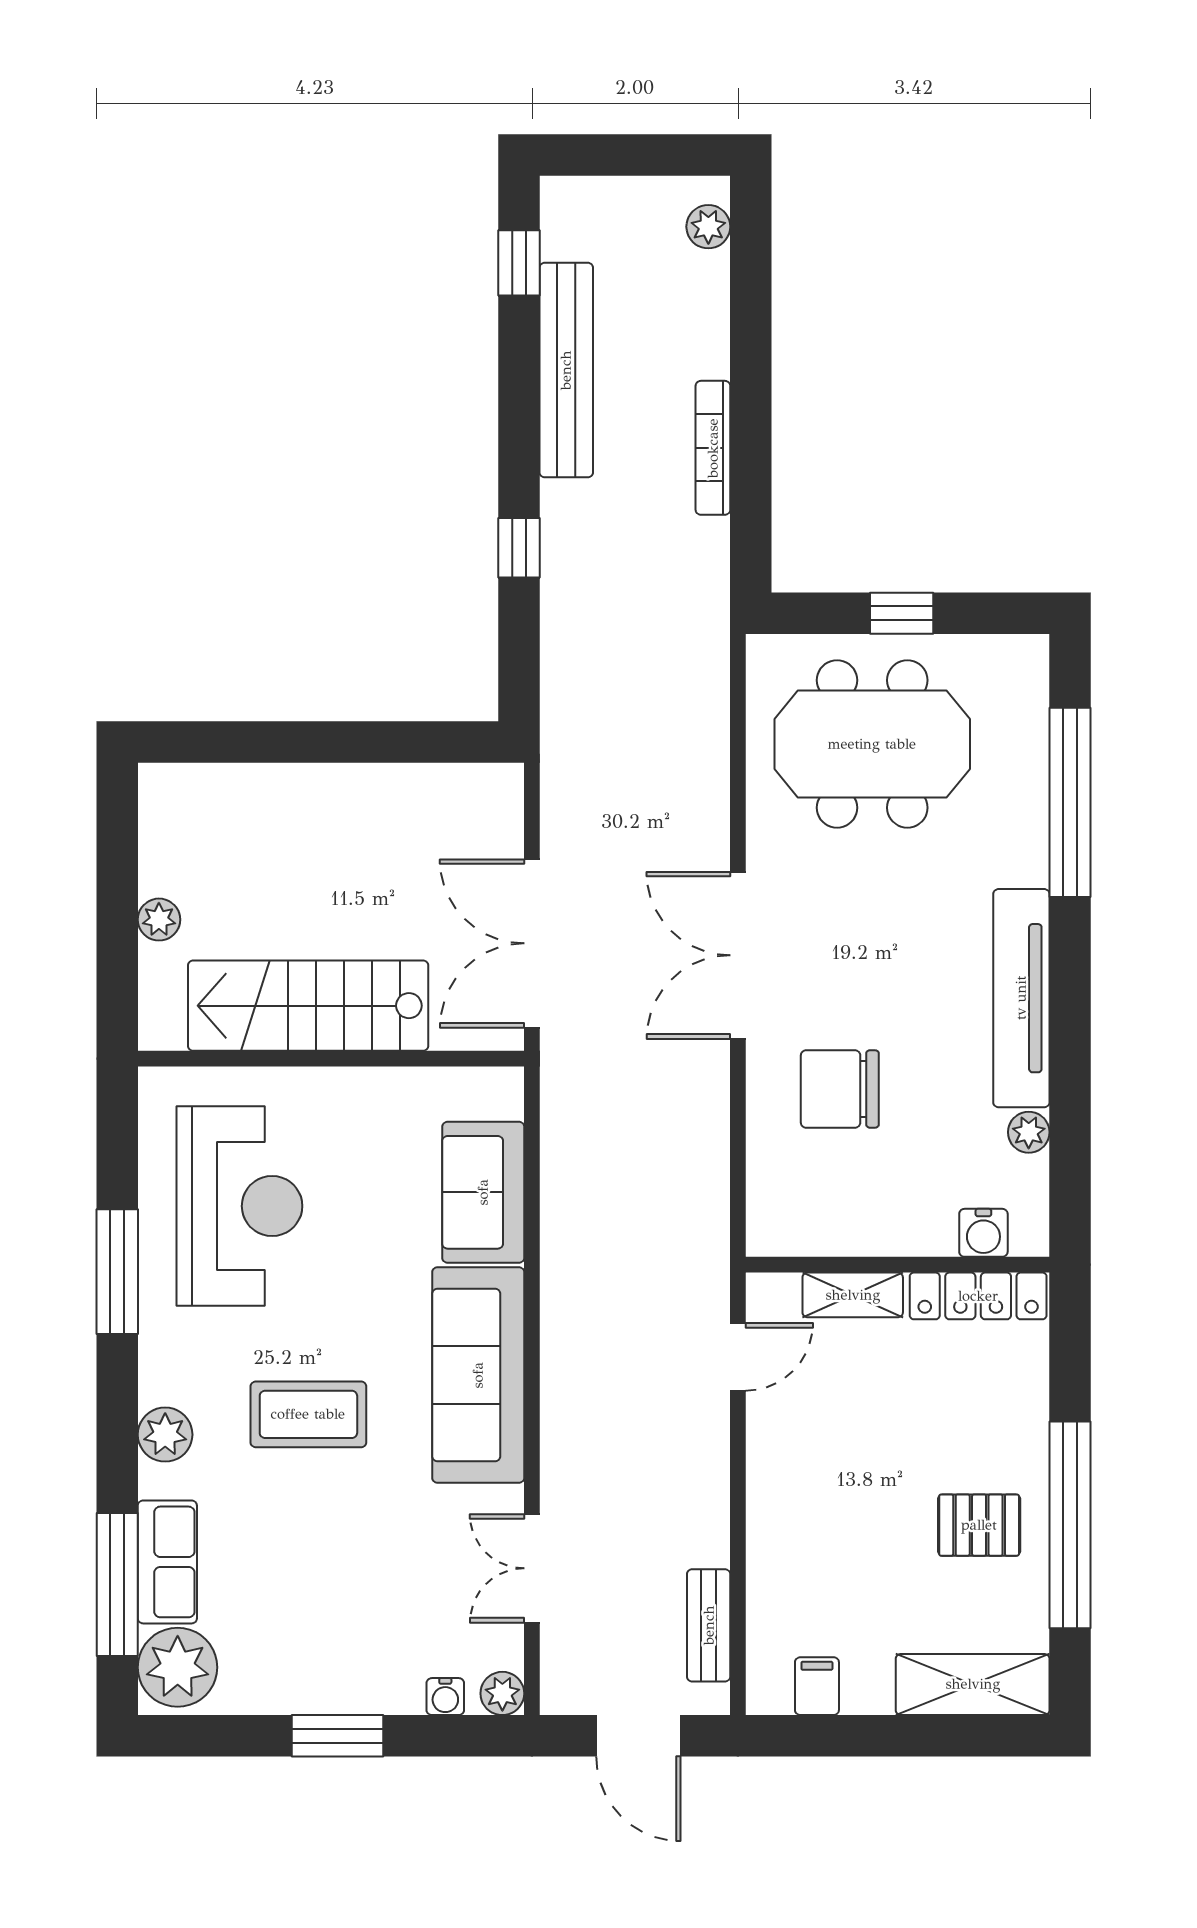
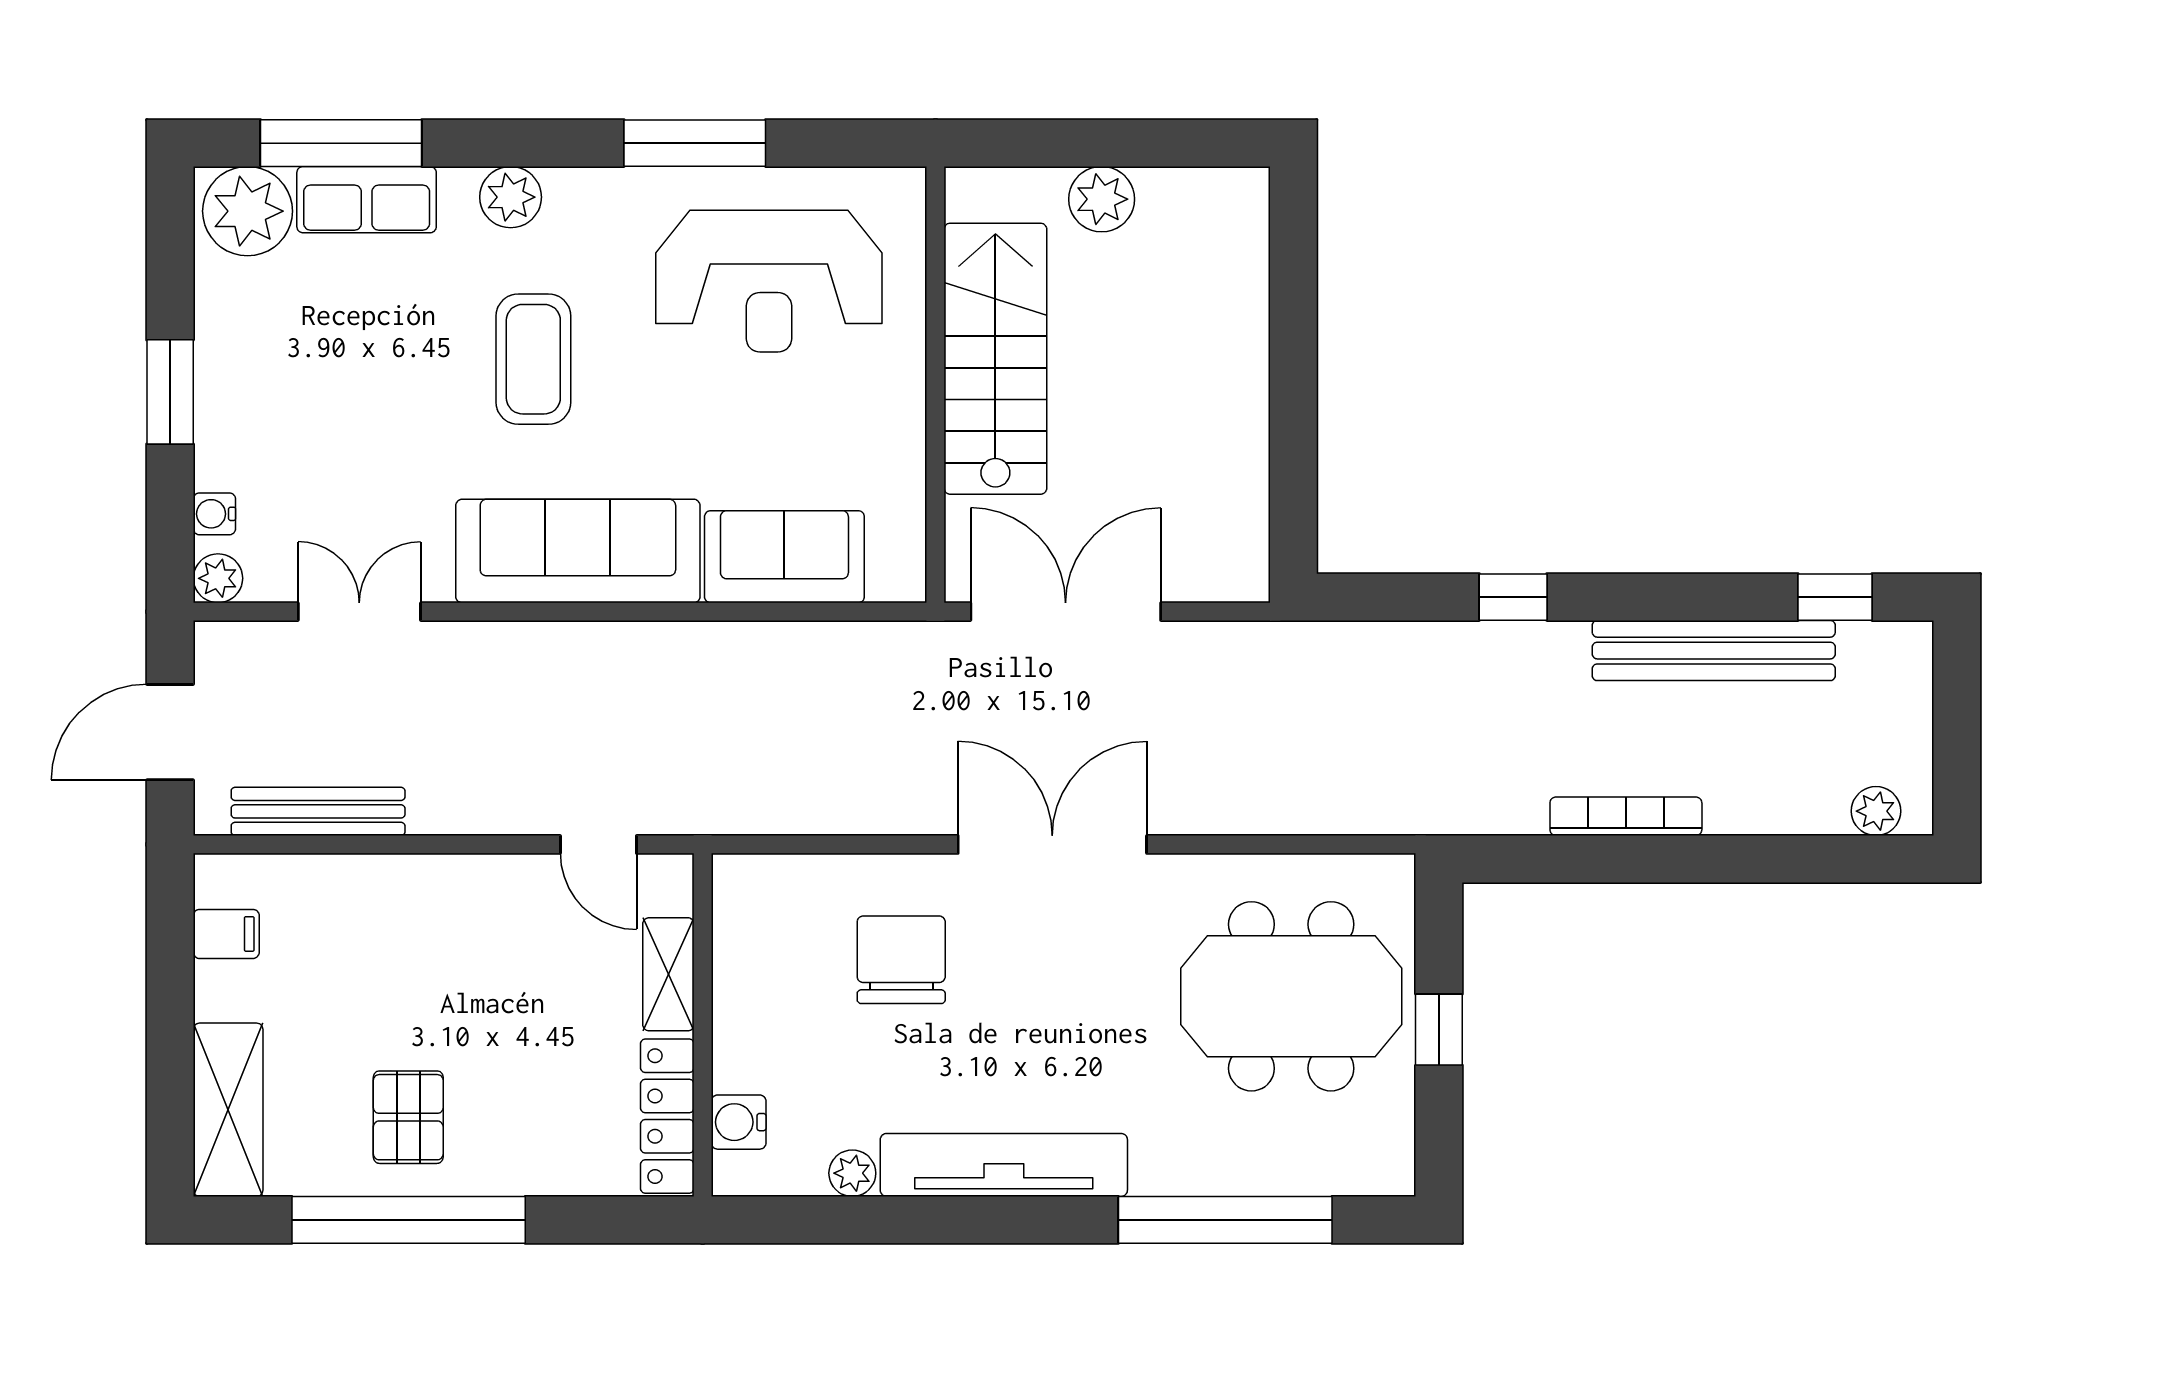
meeting table: (872, 744) -> (1291, 996), turned 90
plant: (159, 920) -> (1102, 199), width x1.38, depth x1.38
bench: (709, 1625) -> (318, 811), width x1.36

